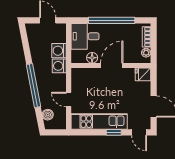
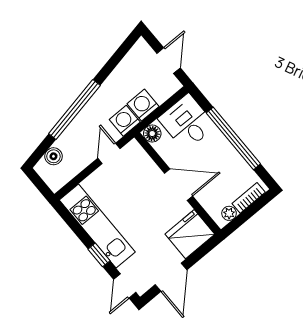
floor lamp: (92, 58) -> (152, 134), moved
fridge: (143, 74) -> (190, 234), width x1.88, depth x1.34
door: (69, 100) -> (109, 153), moved

